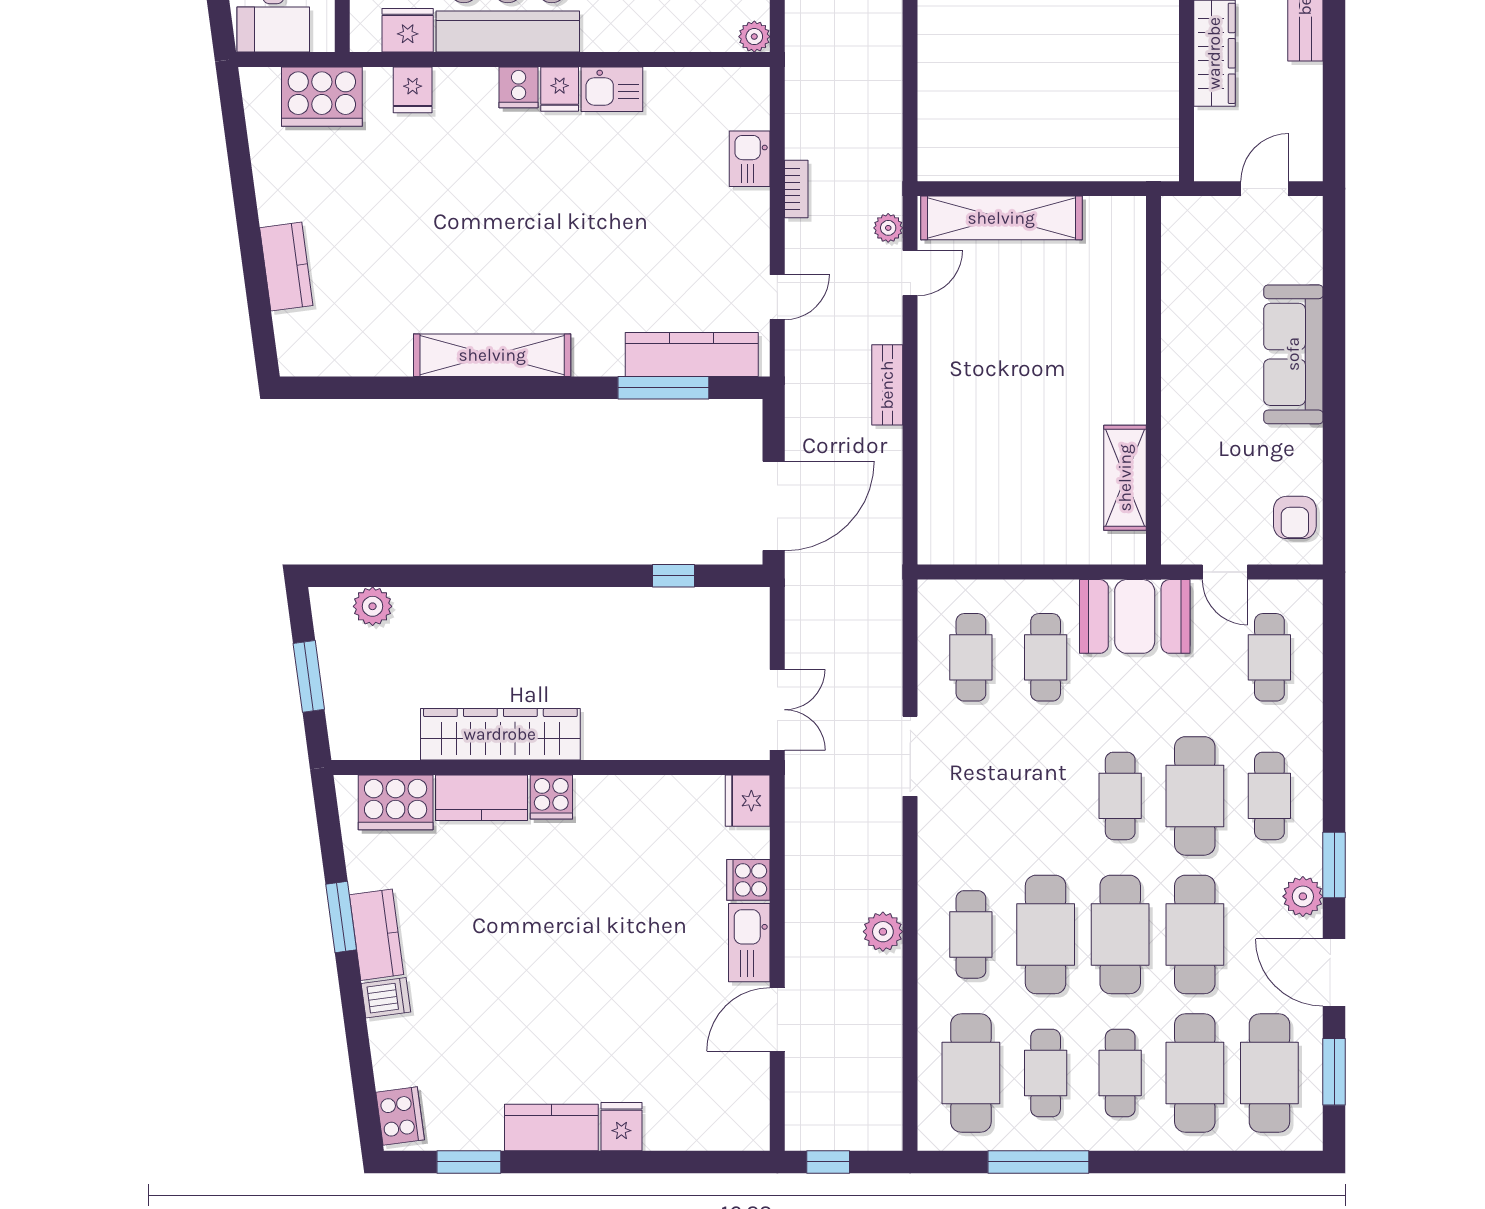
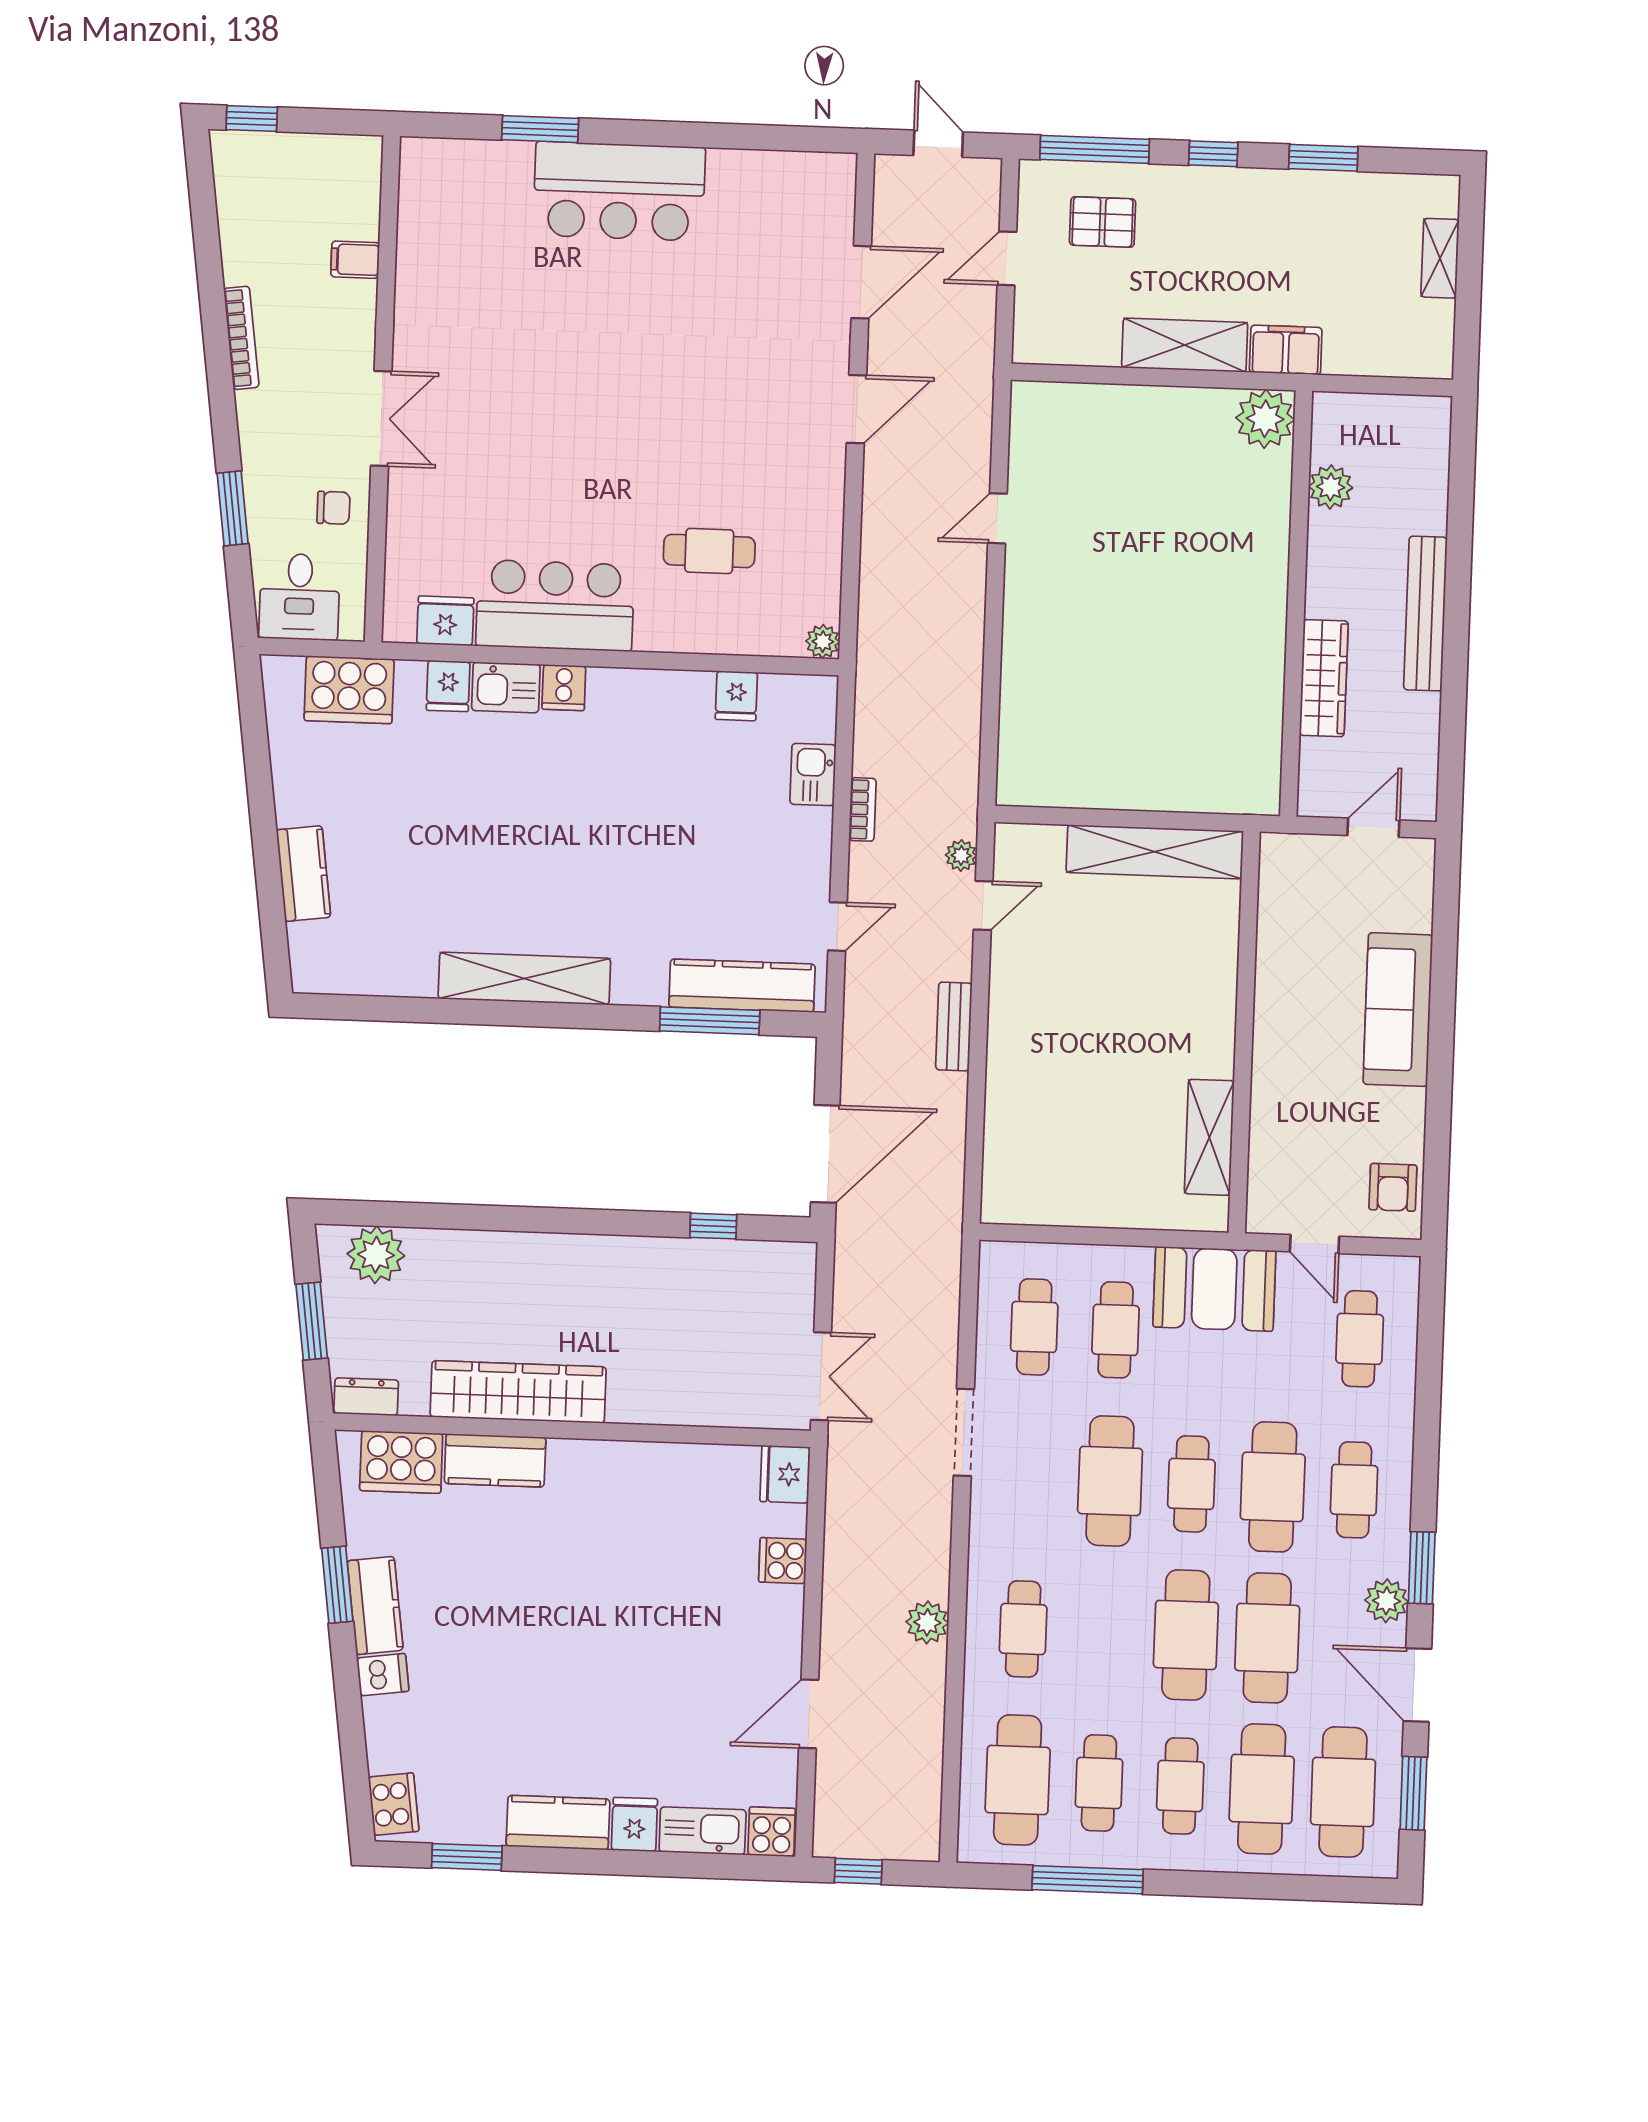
fridge: (560, 89) -> (736, 696), moved
kitchen sink: (612, 89) -> (506, 687), moved
shelving: (1001, 218) -> (1155, 852), moved
plant: (373, 606) -> (376, 1255), width x1.36, depth x1.36
dresser: (361, 744) -> (366, 1397), added
cooker: (551, 797) -> (772, 1832), moved, turned 180
cafe table: (1046, 934) -> (1110, 1481), moved
kitchen sink: (749, 943) -> (703, 1831), moved, turned 90

